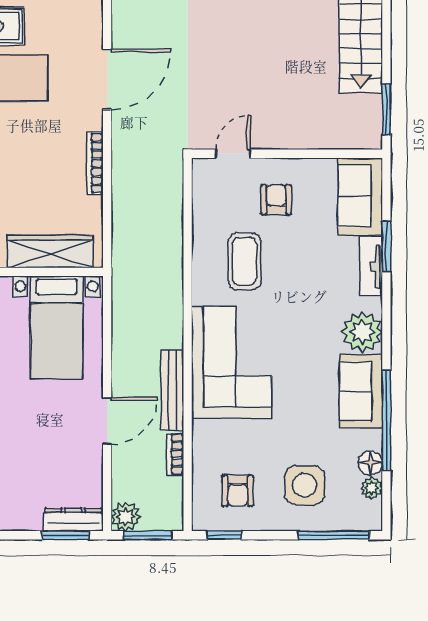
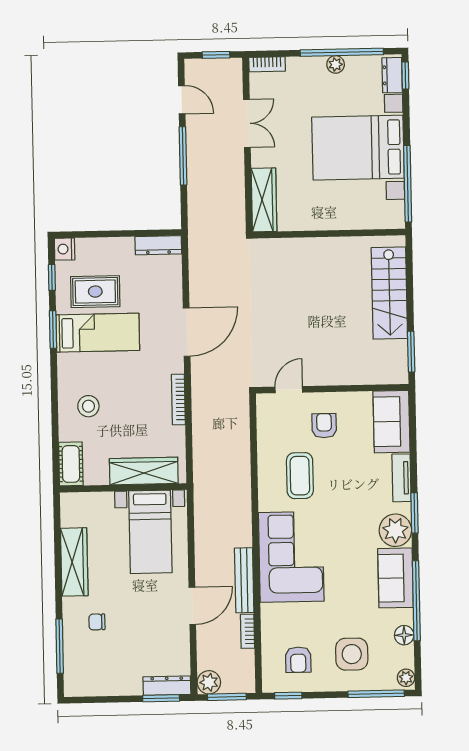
window: (386, 246) -> (415, 513), moved
plant: (372, 488) -> (406, 678), moved

